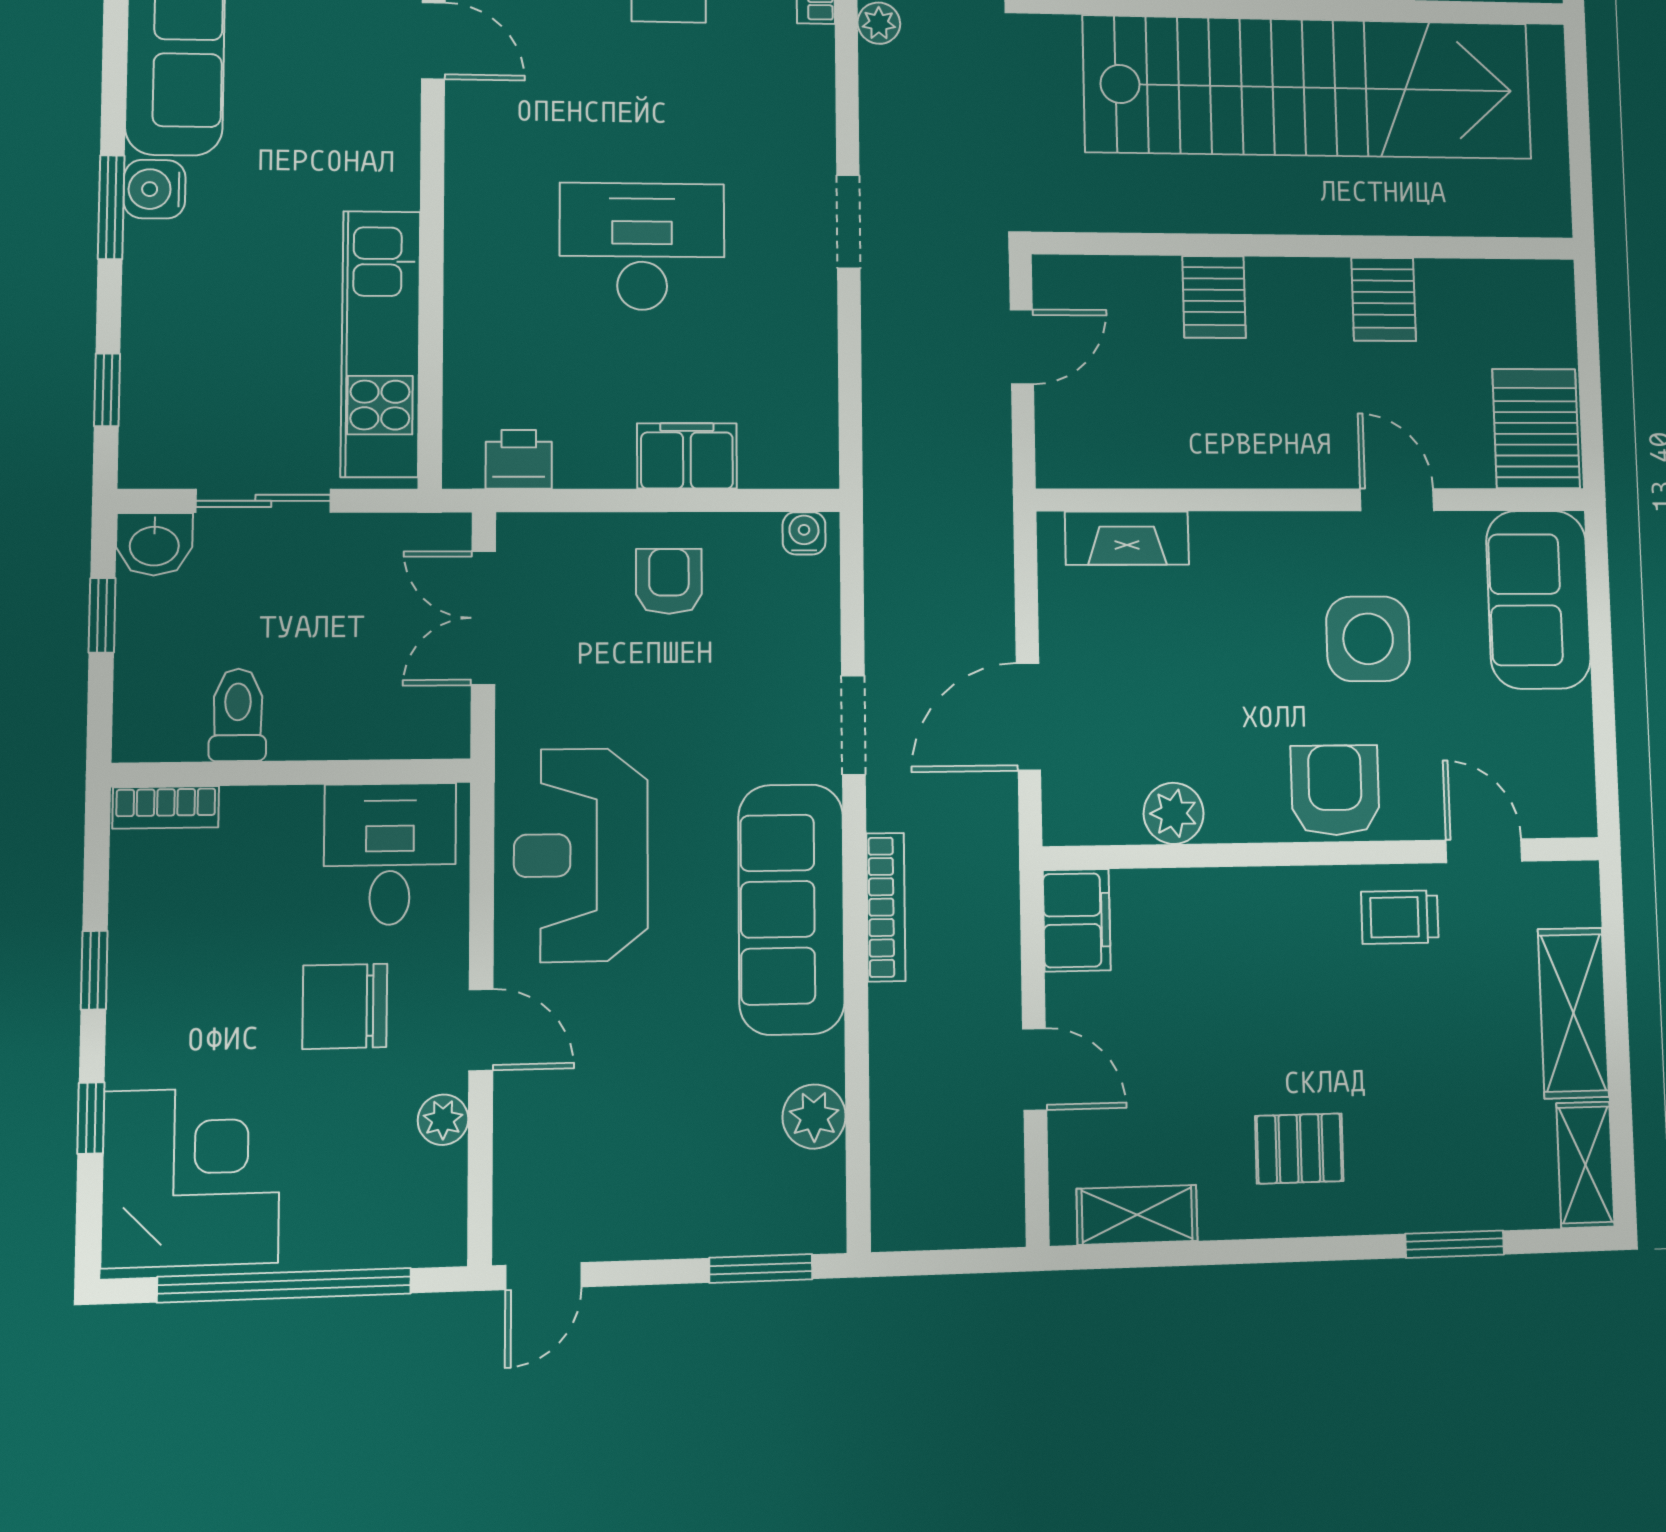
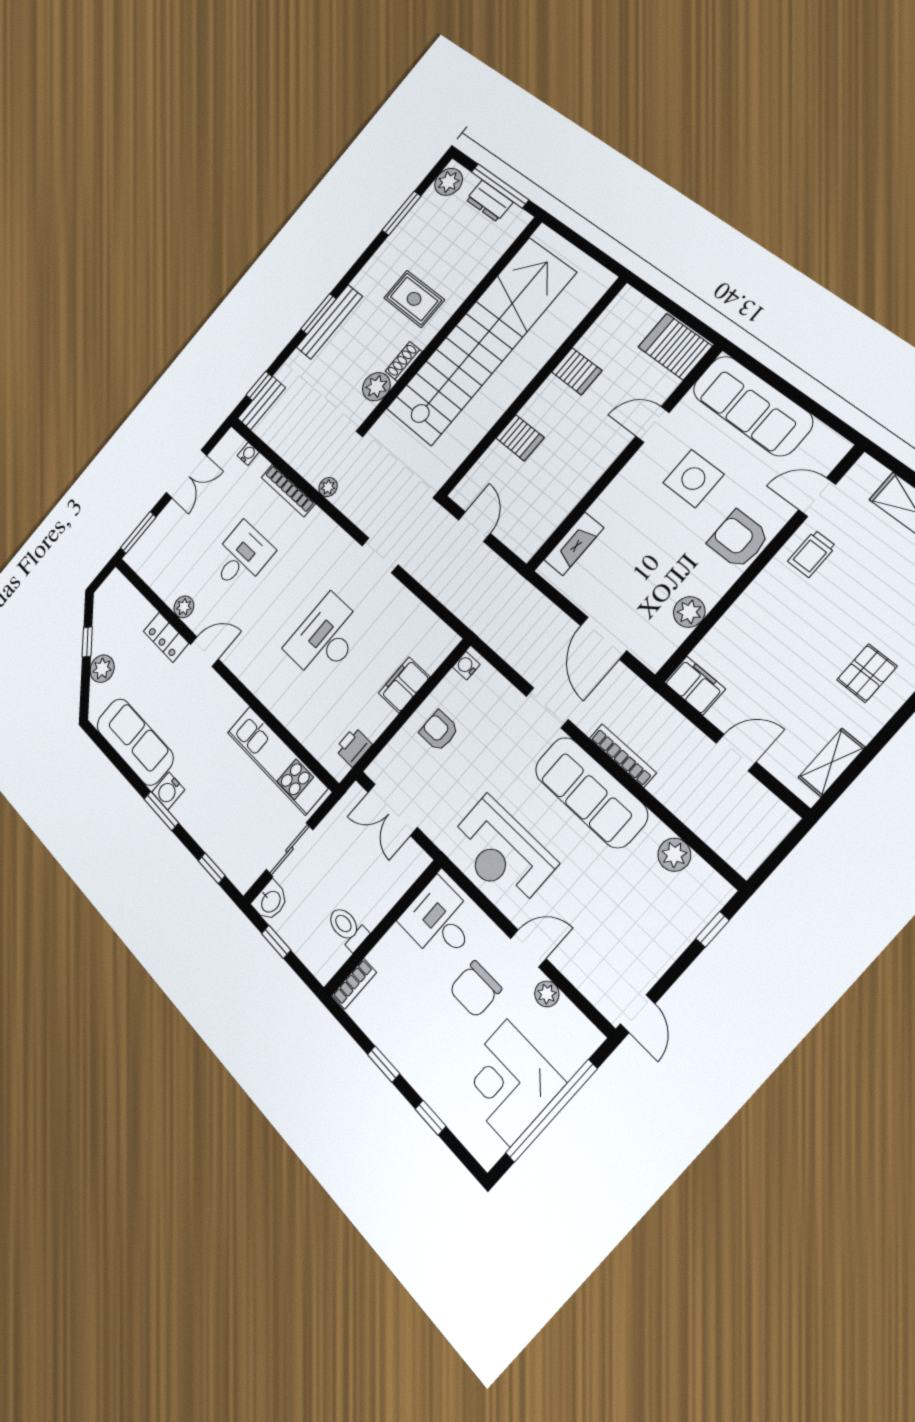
sofa: (1538, 600) -> (752, 406), width x1.36
corner desk: (191, 1177) -> (508, 1082), moved, turned -90
window: (761, 1268) -> (713, 929), width x0.67

